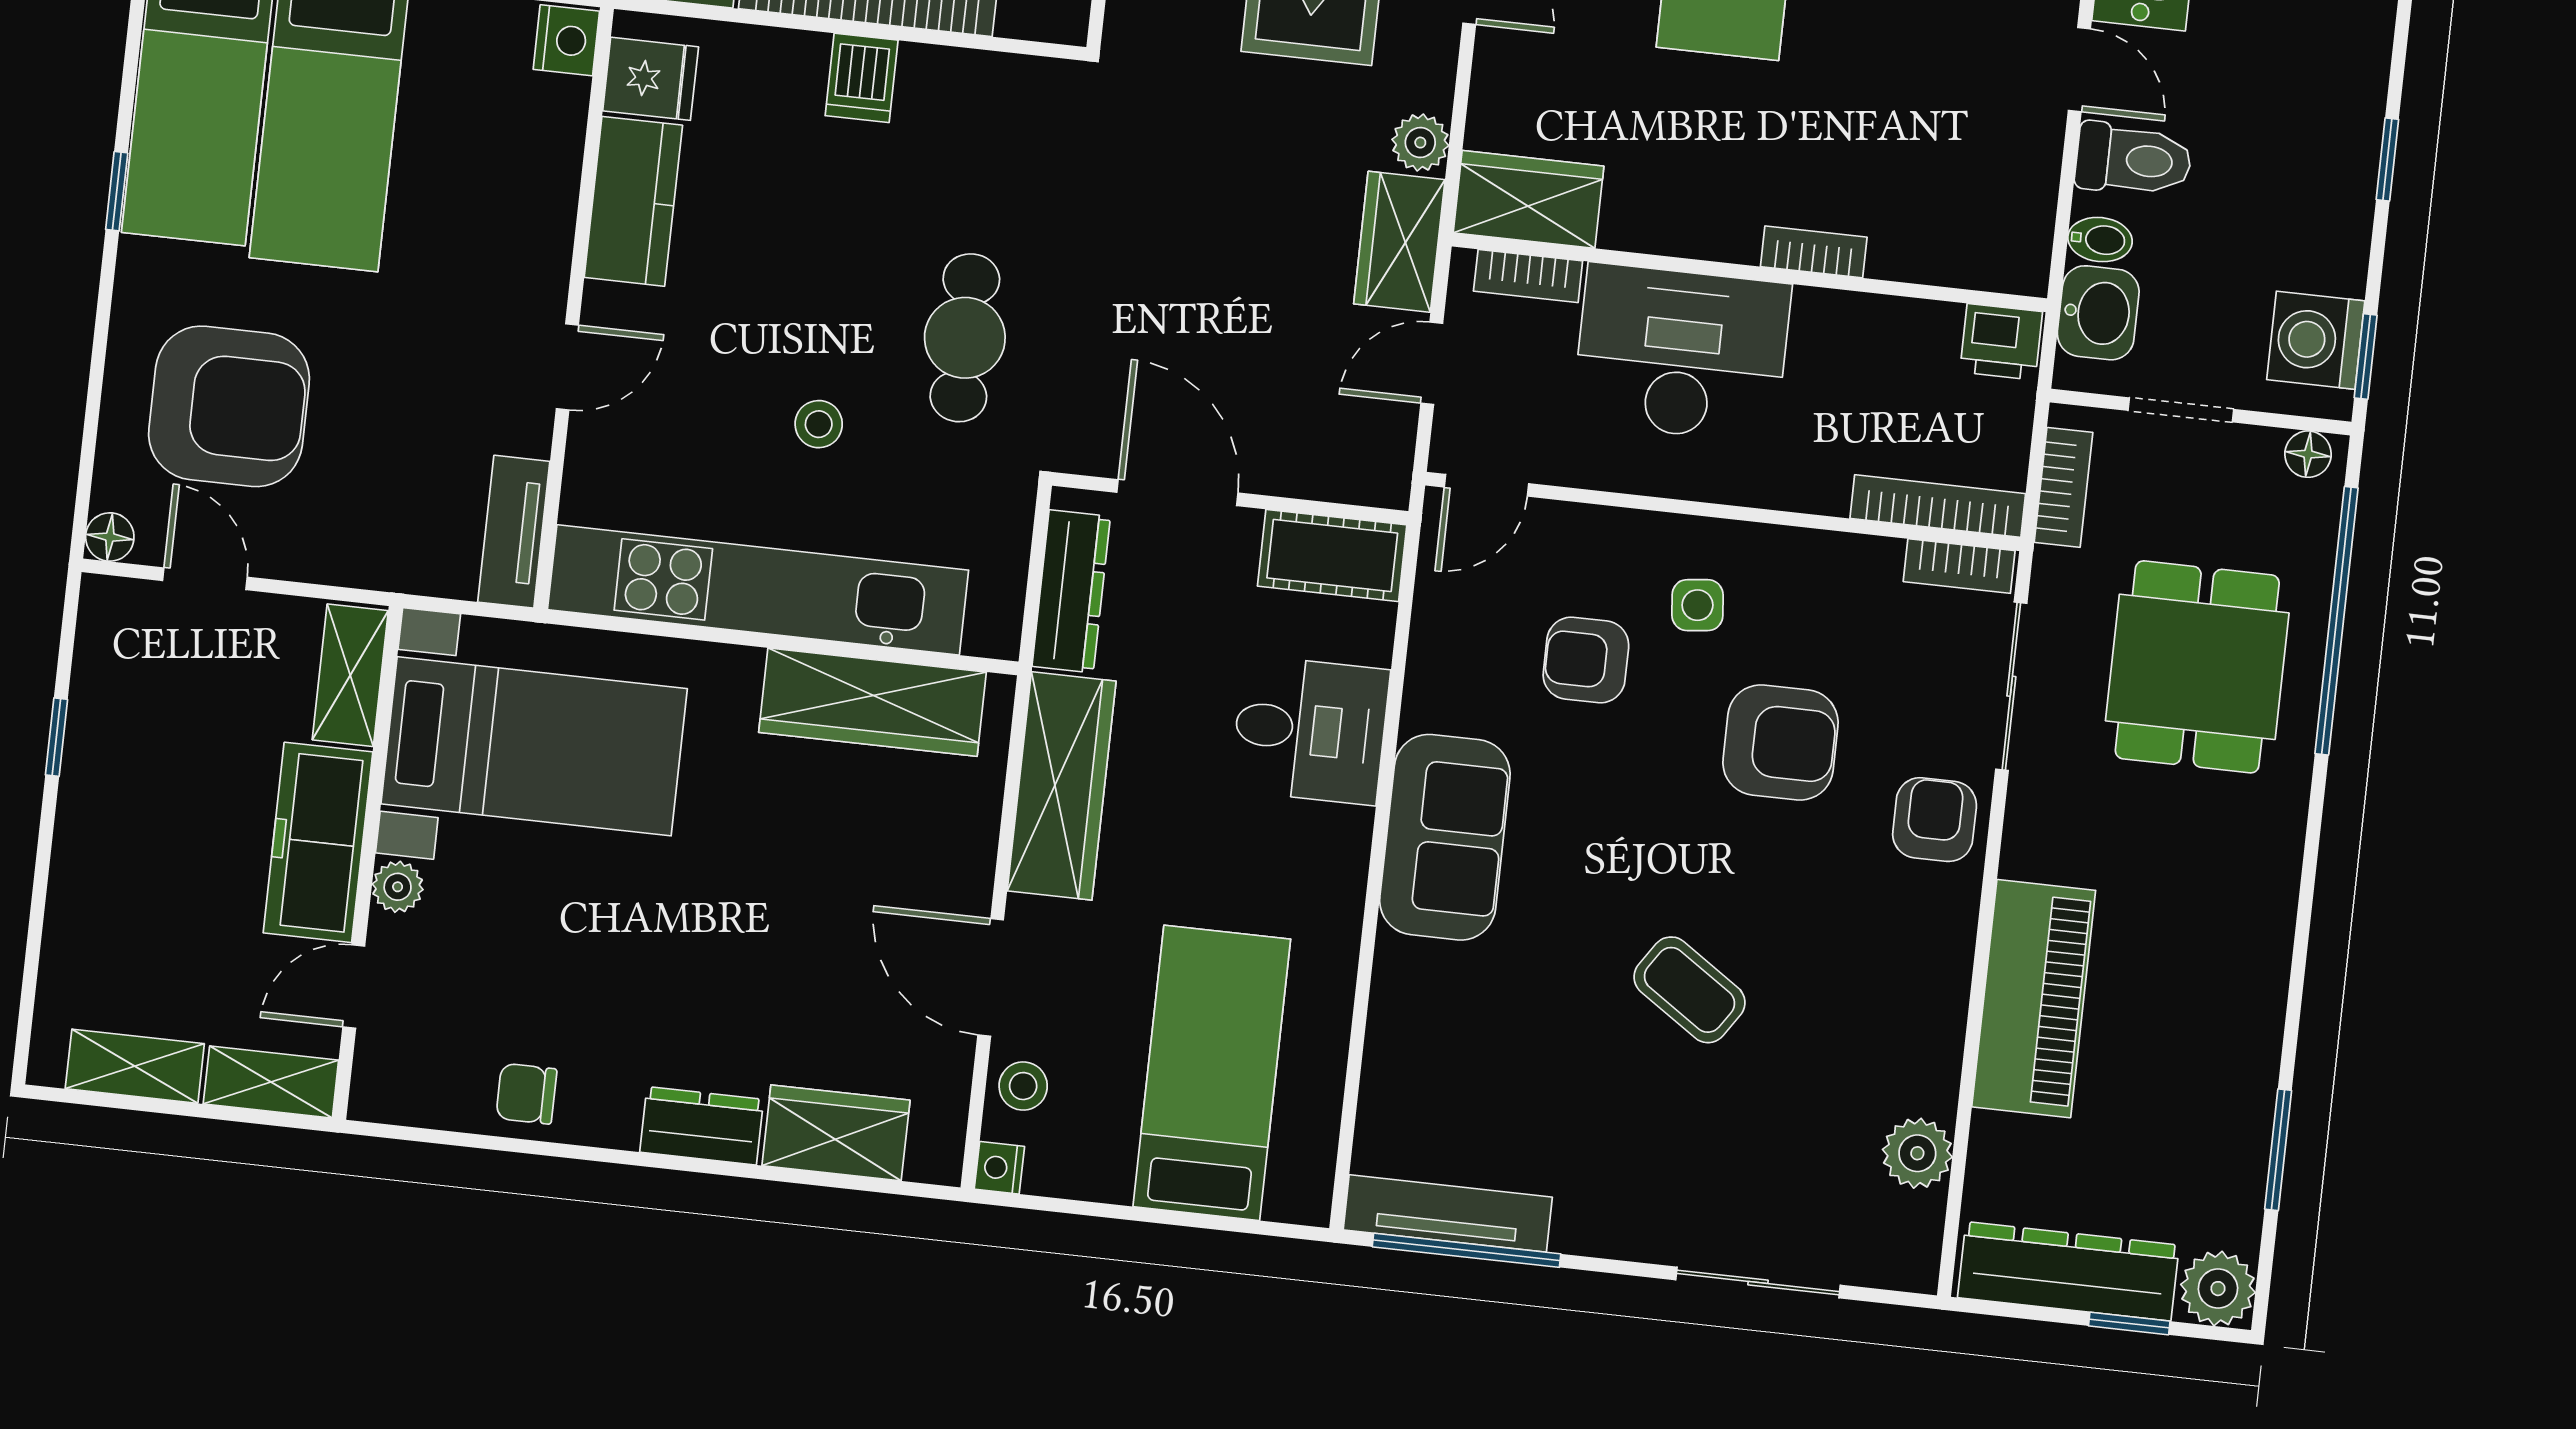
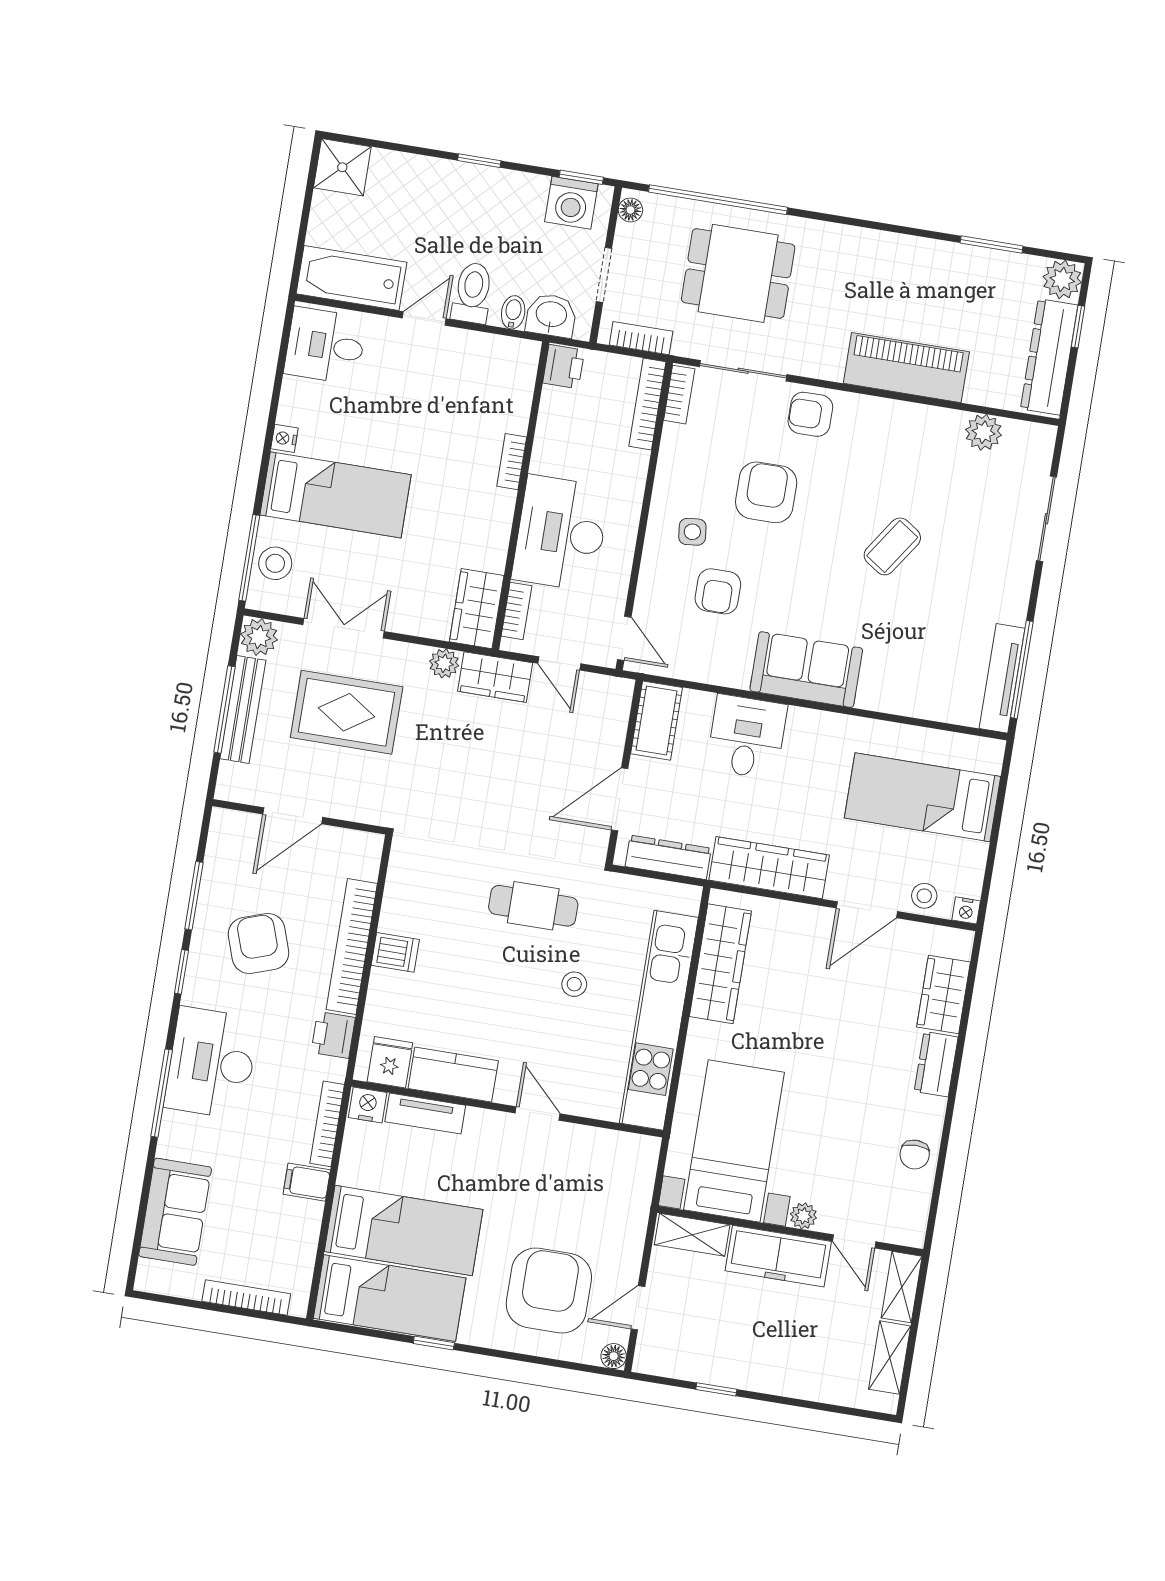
tv unit: (514, 532) -> (425, 1114), moved

